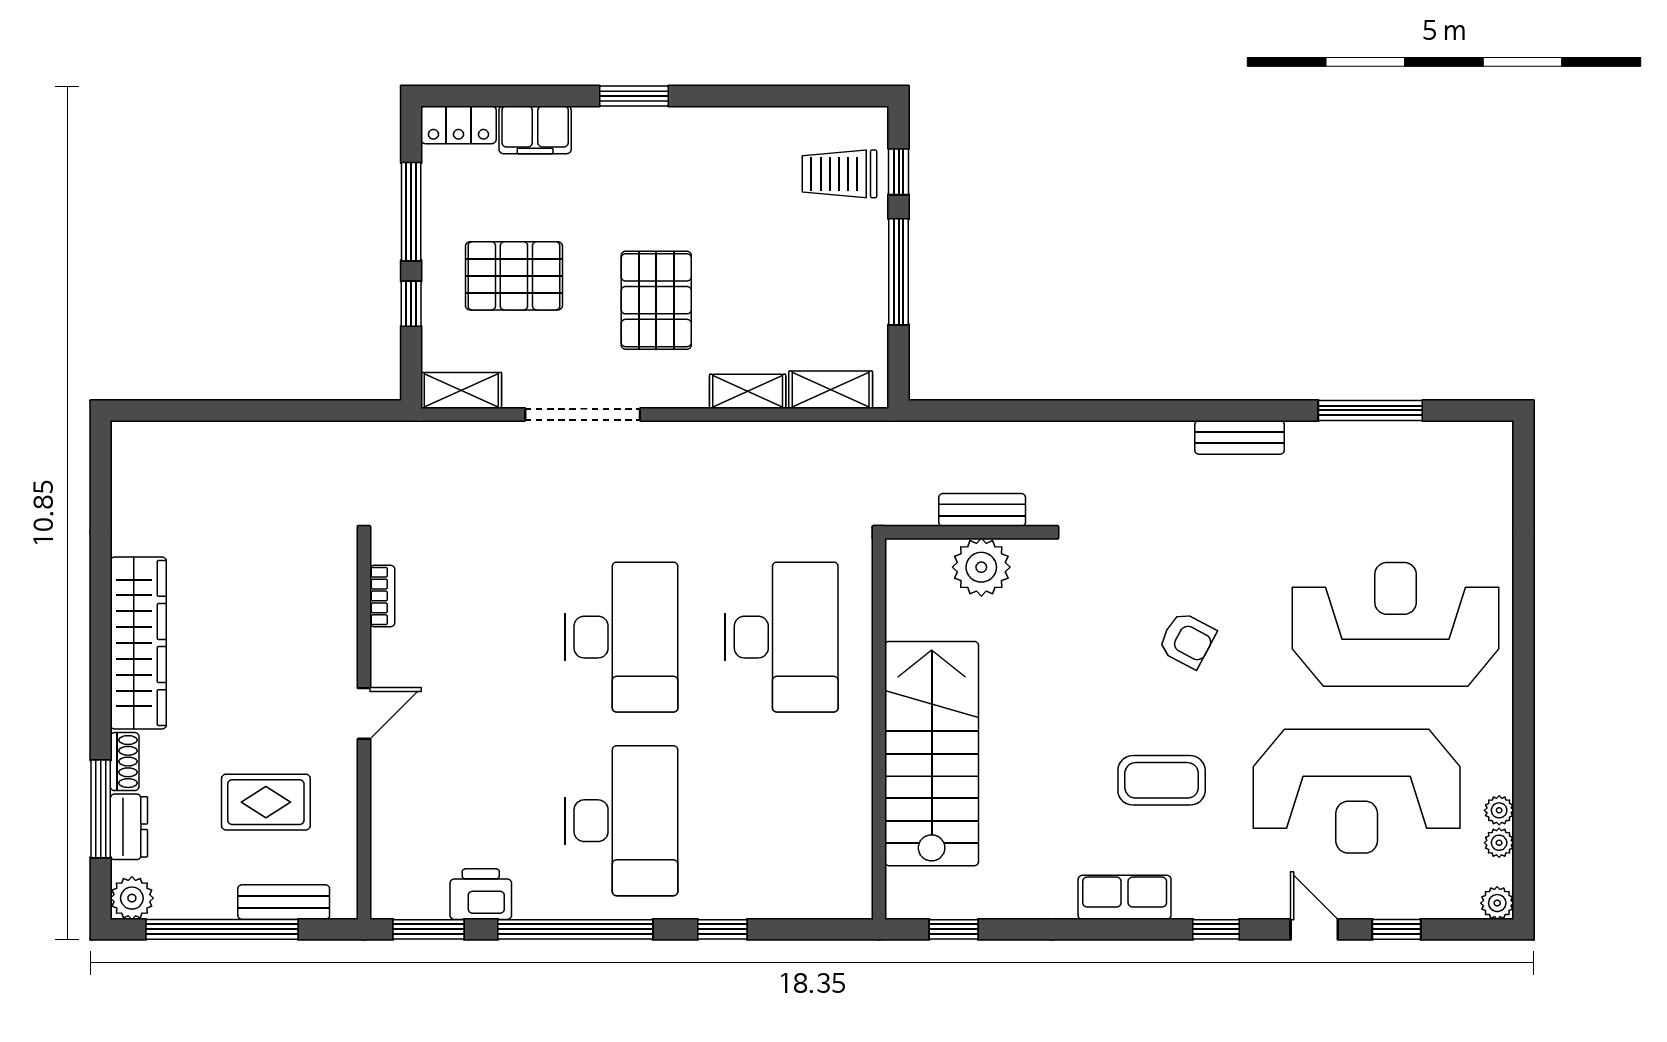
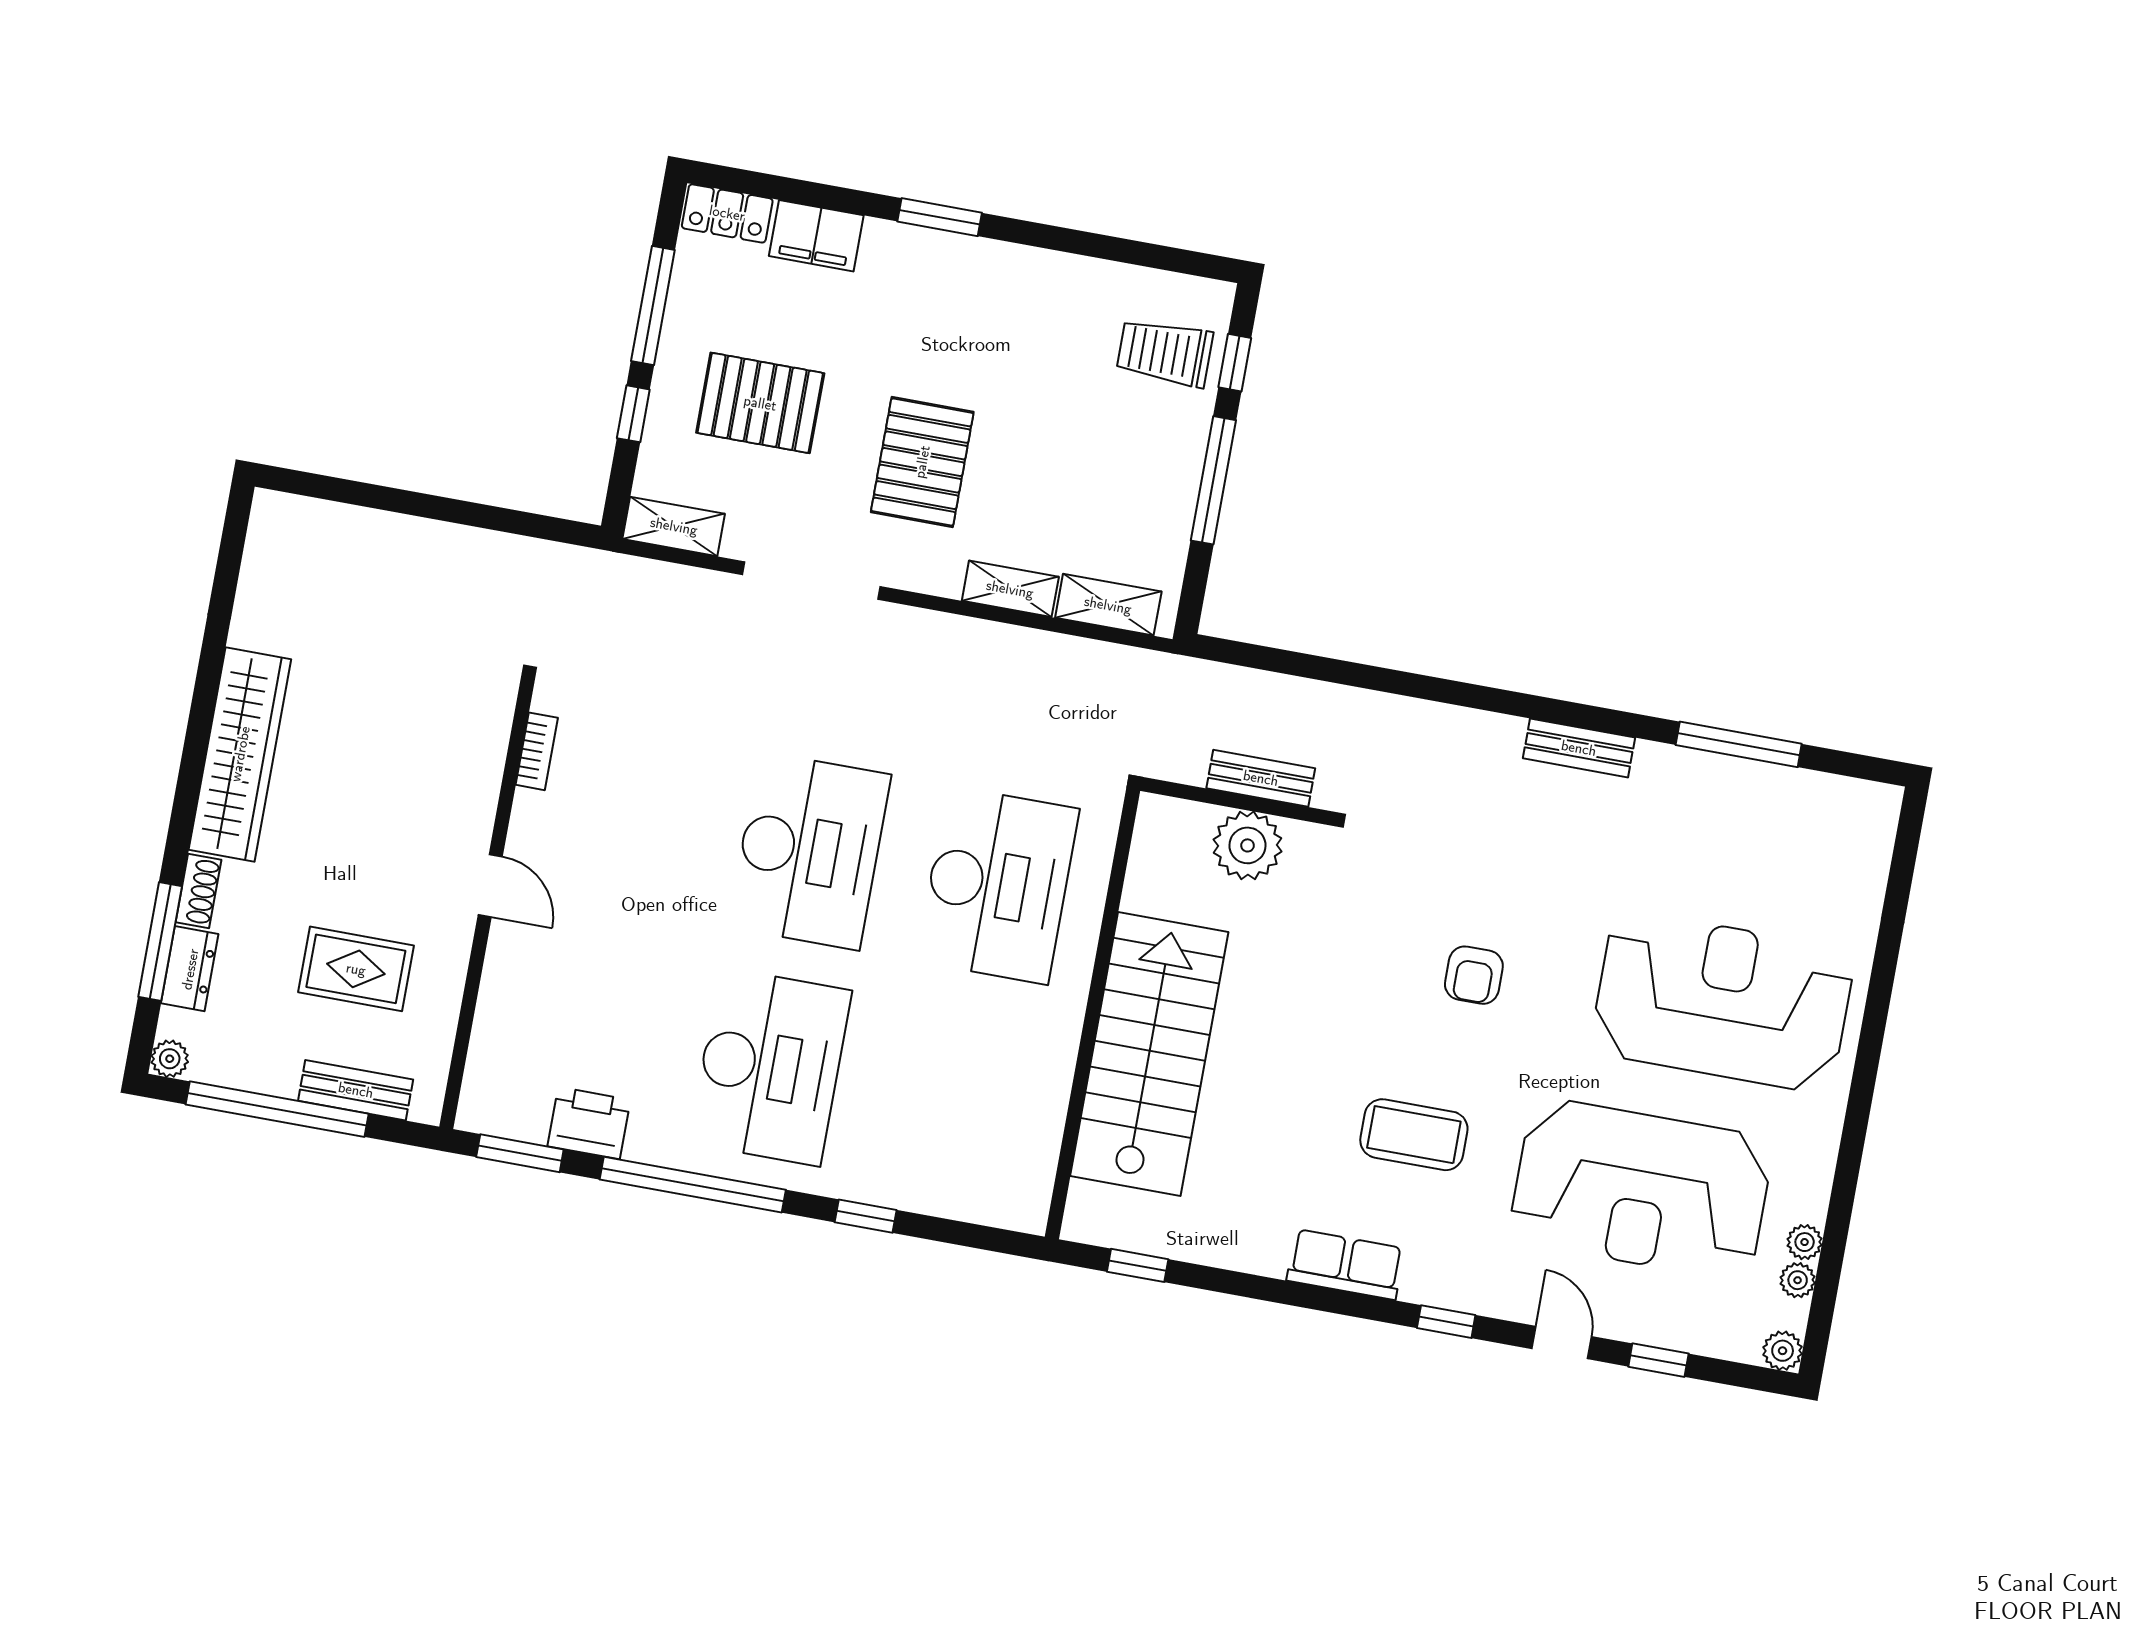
armchair: (1187, 640) -> (1474, 975), turned 62
door: (364, 713) -> (490, 886), hinge flipped
plant: (132, 898) -> (170, 1059), width x0.73, depth x0.73

